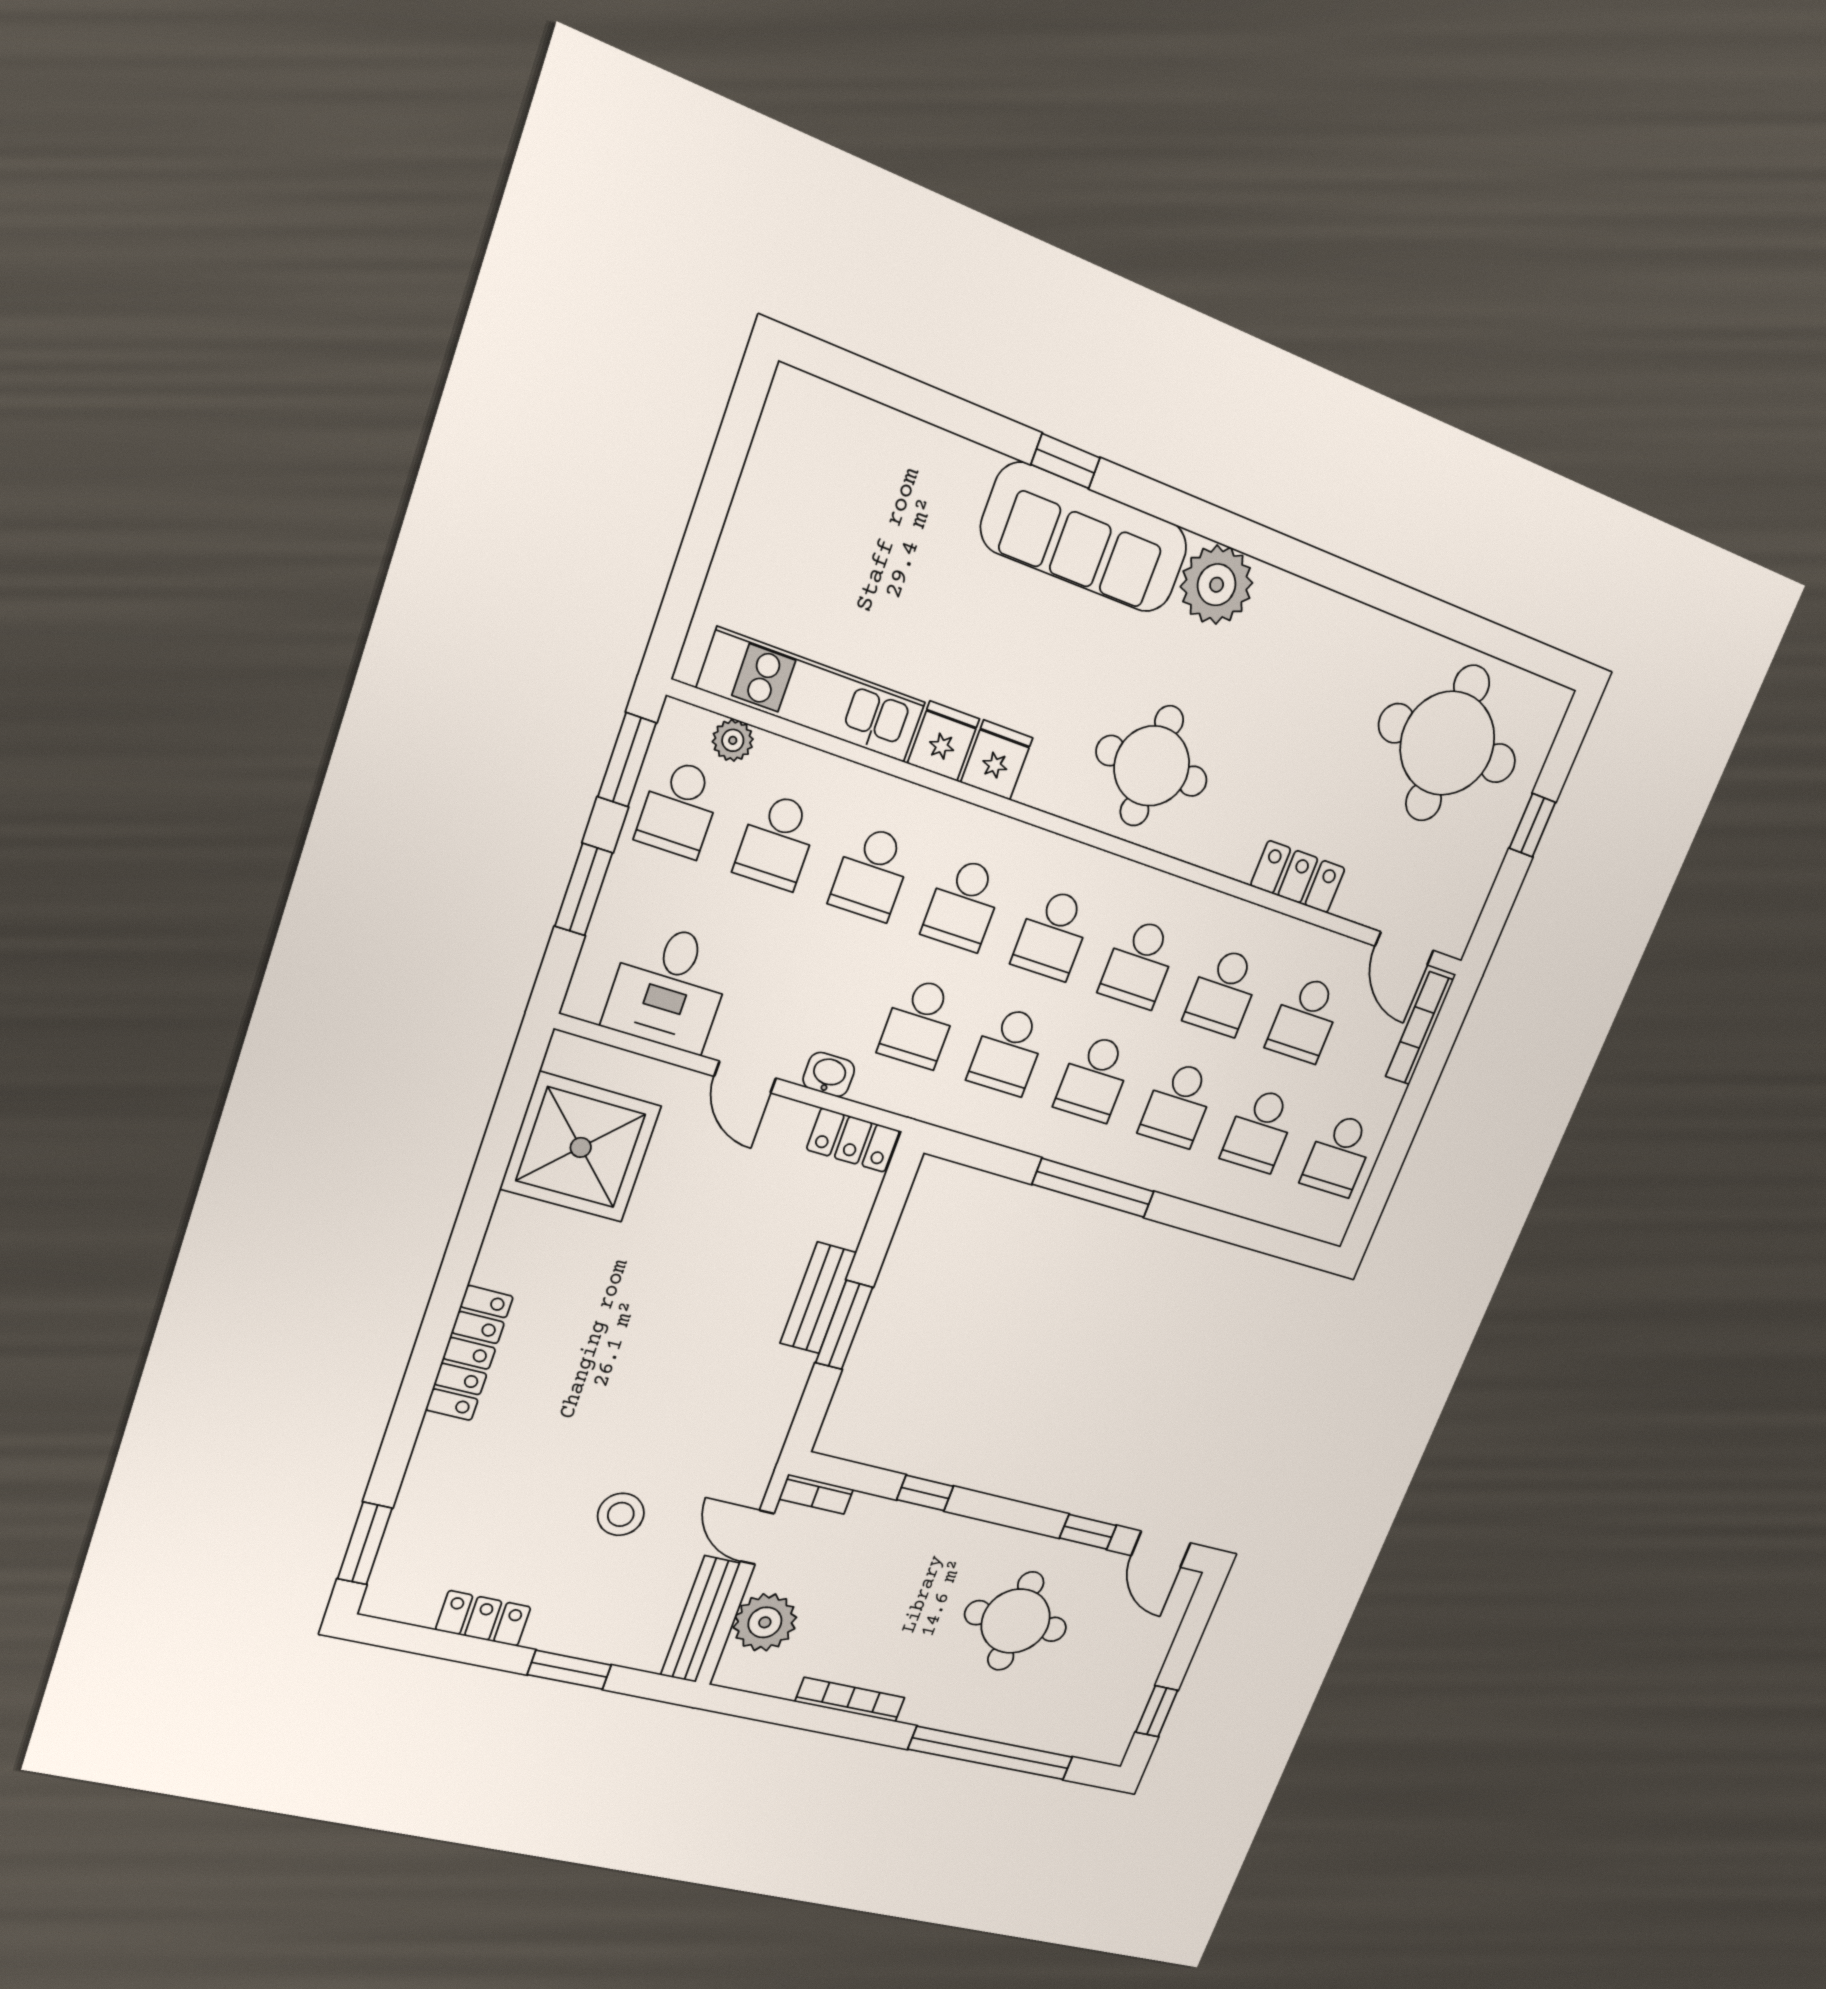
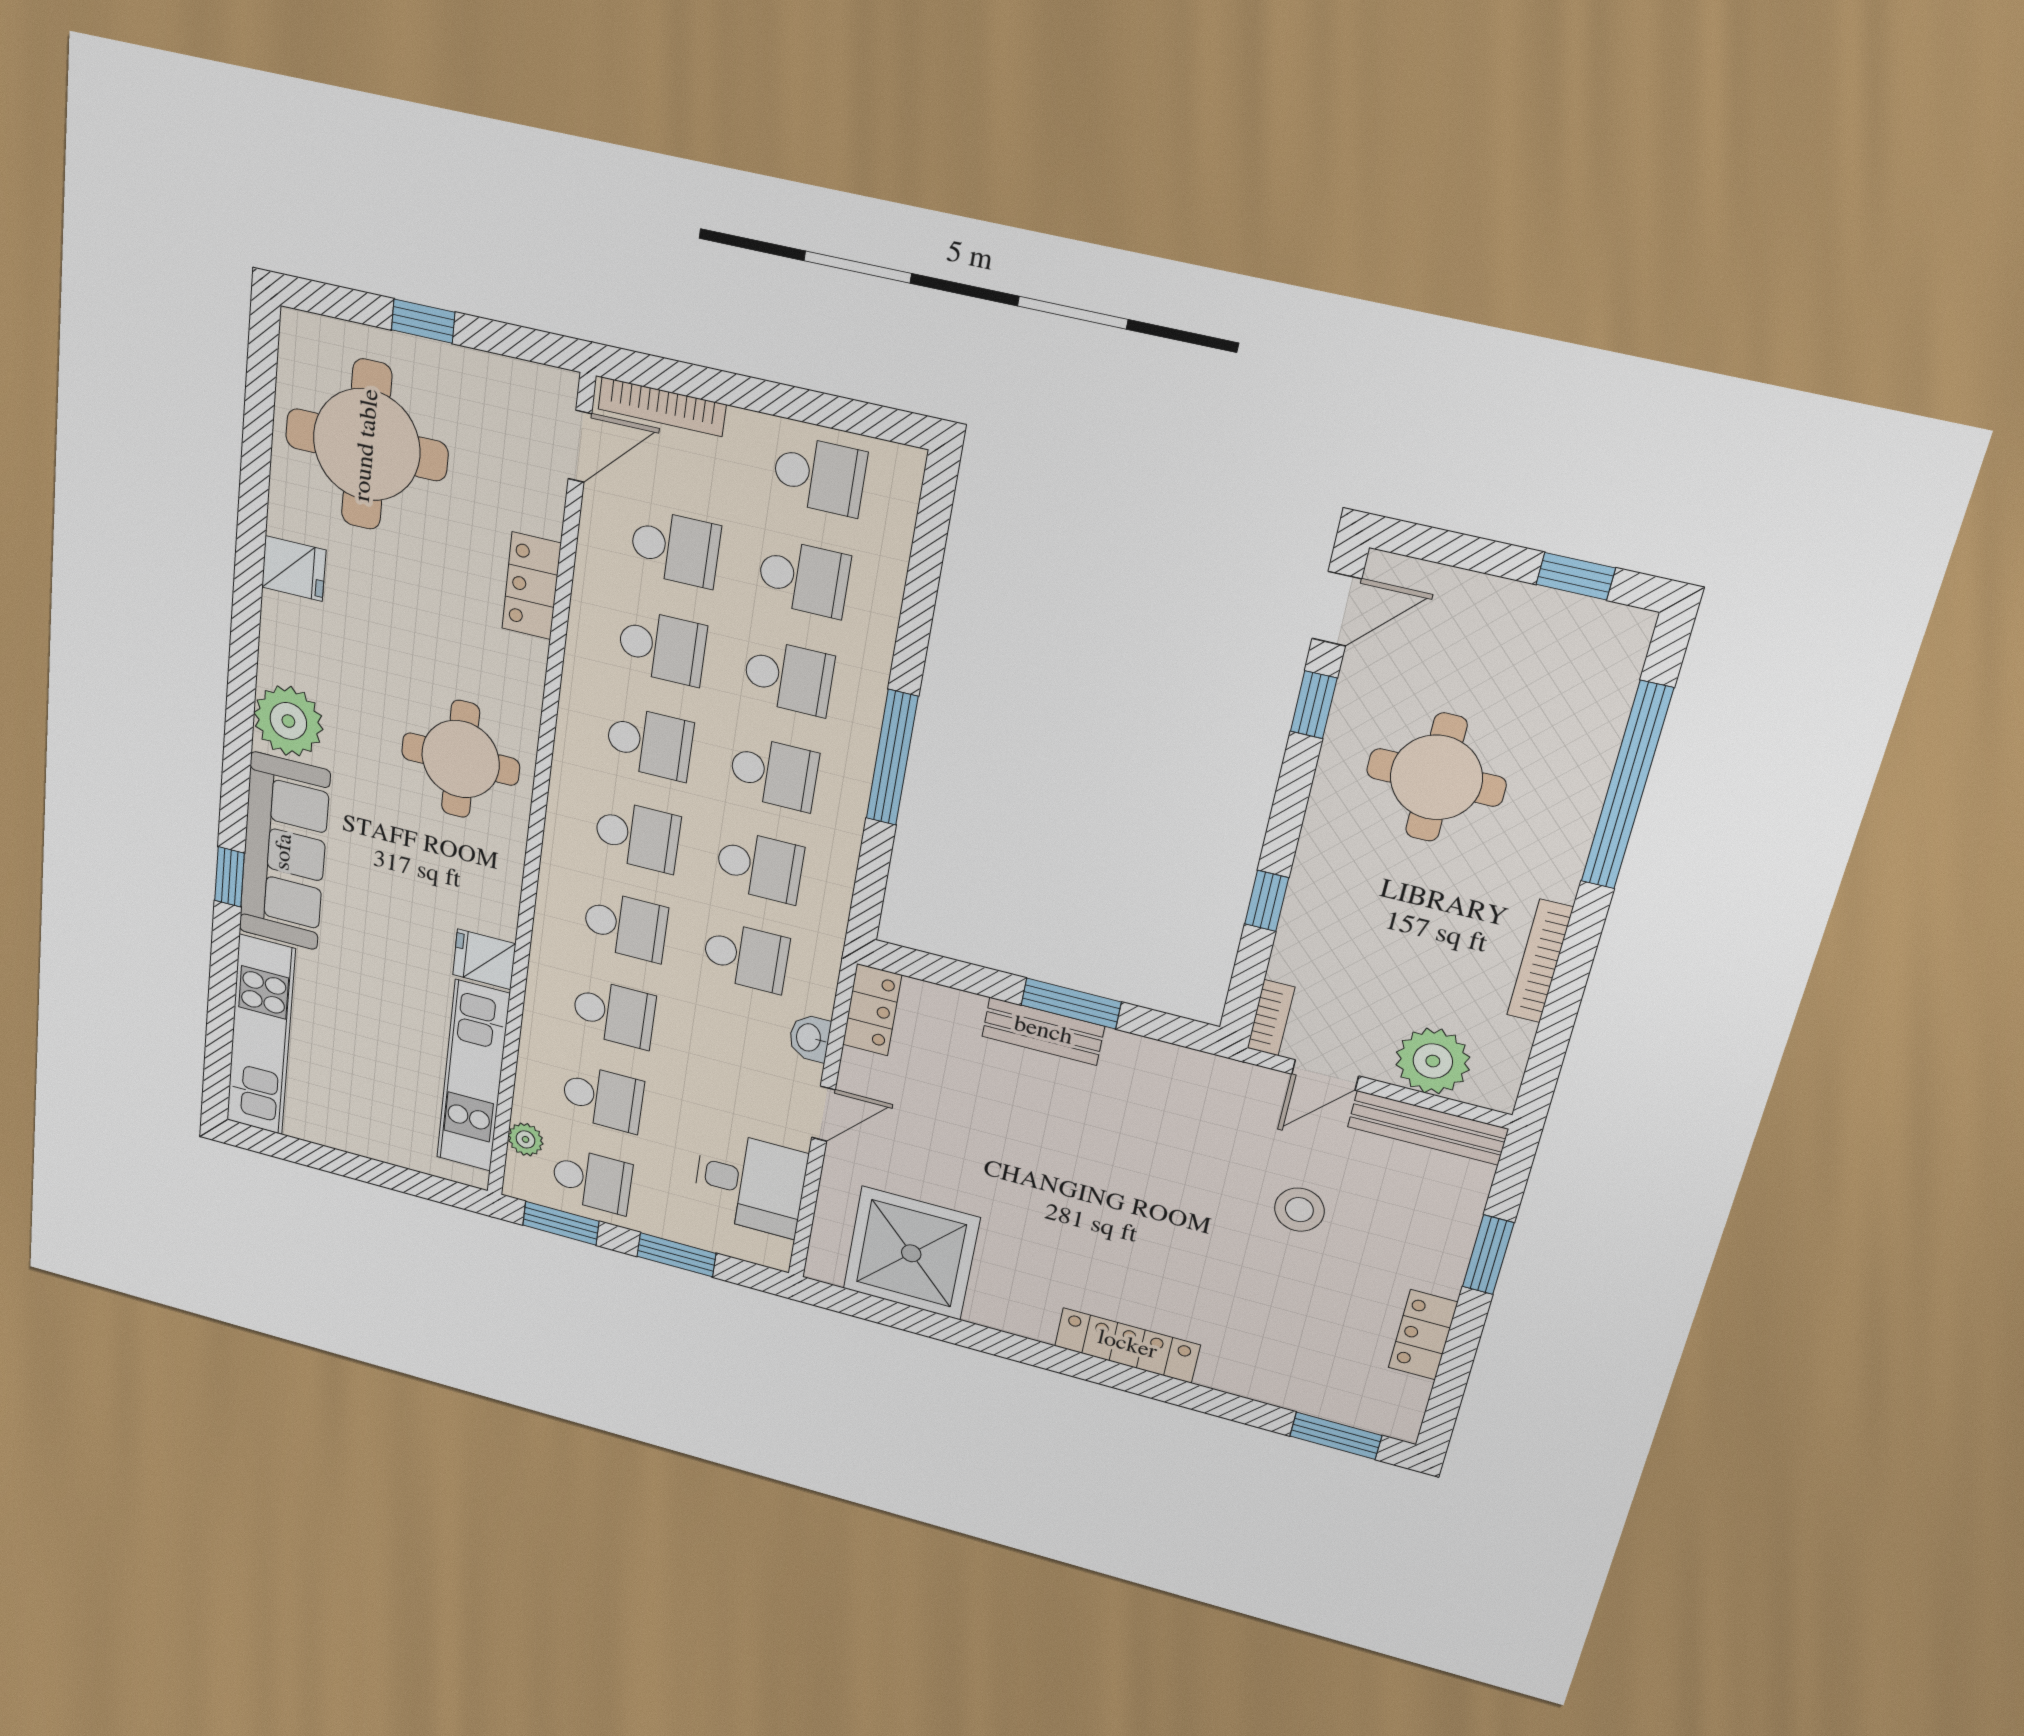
kitchen unit: (880, 441) -> (261, 1035), added
fridge: (997, 760) -> (294, 569), moved, turned 180

